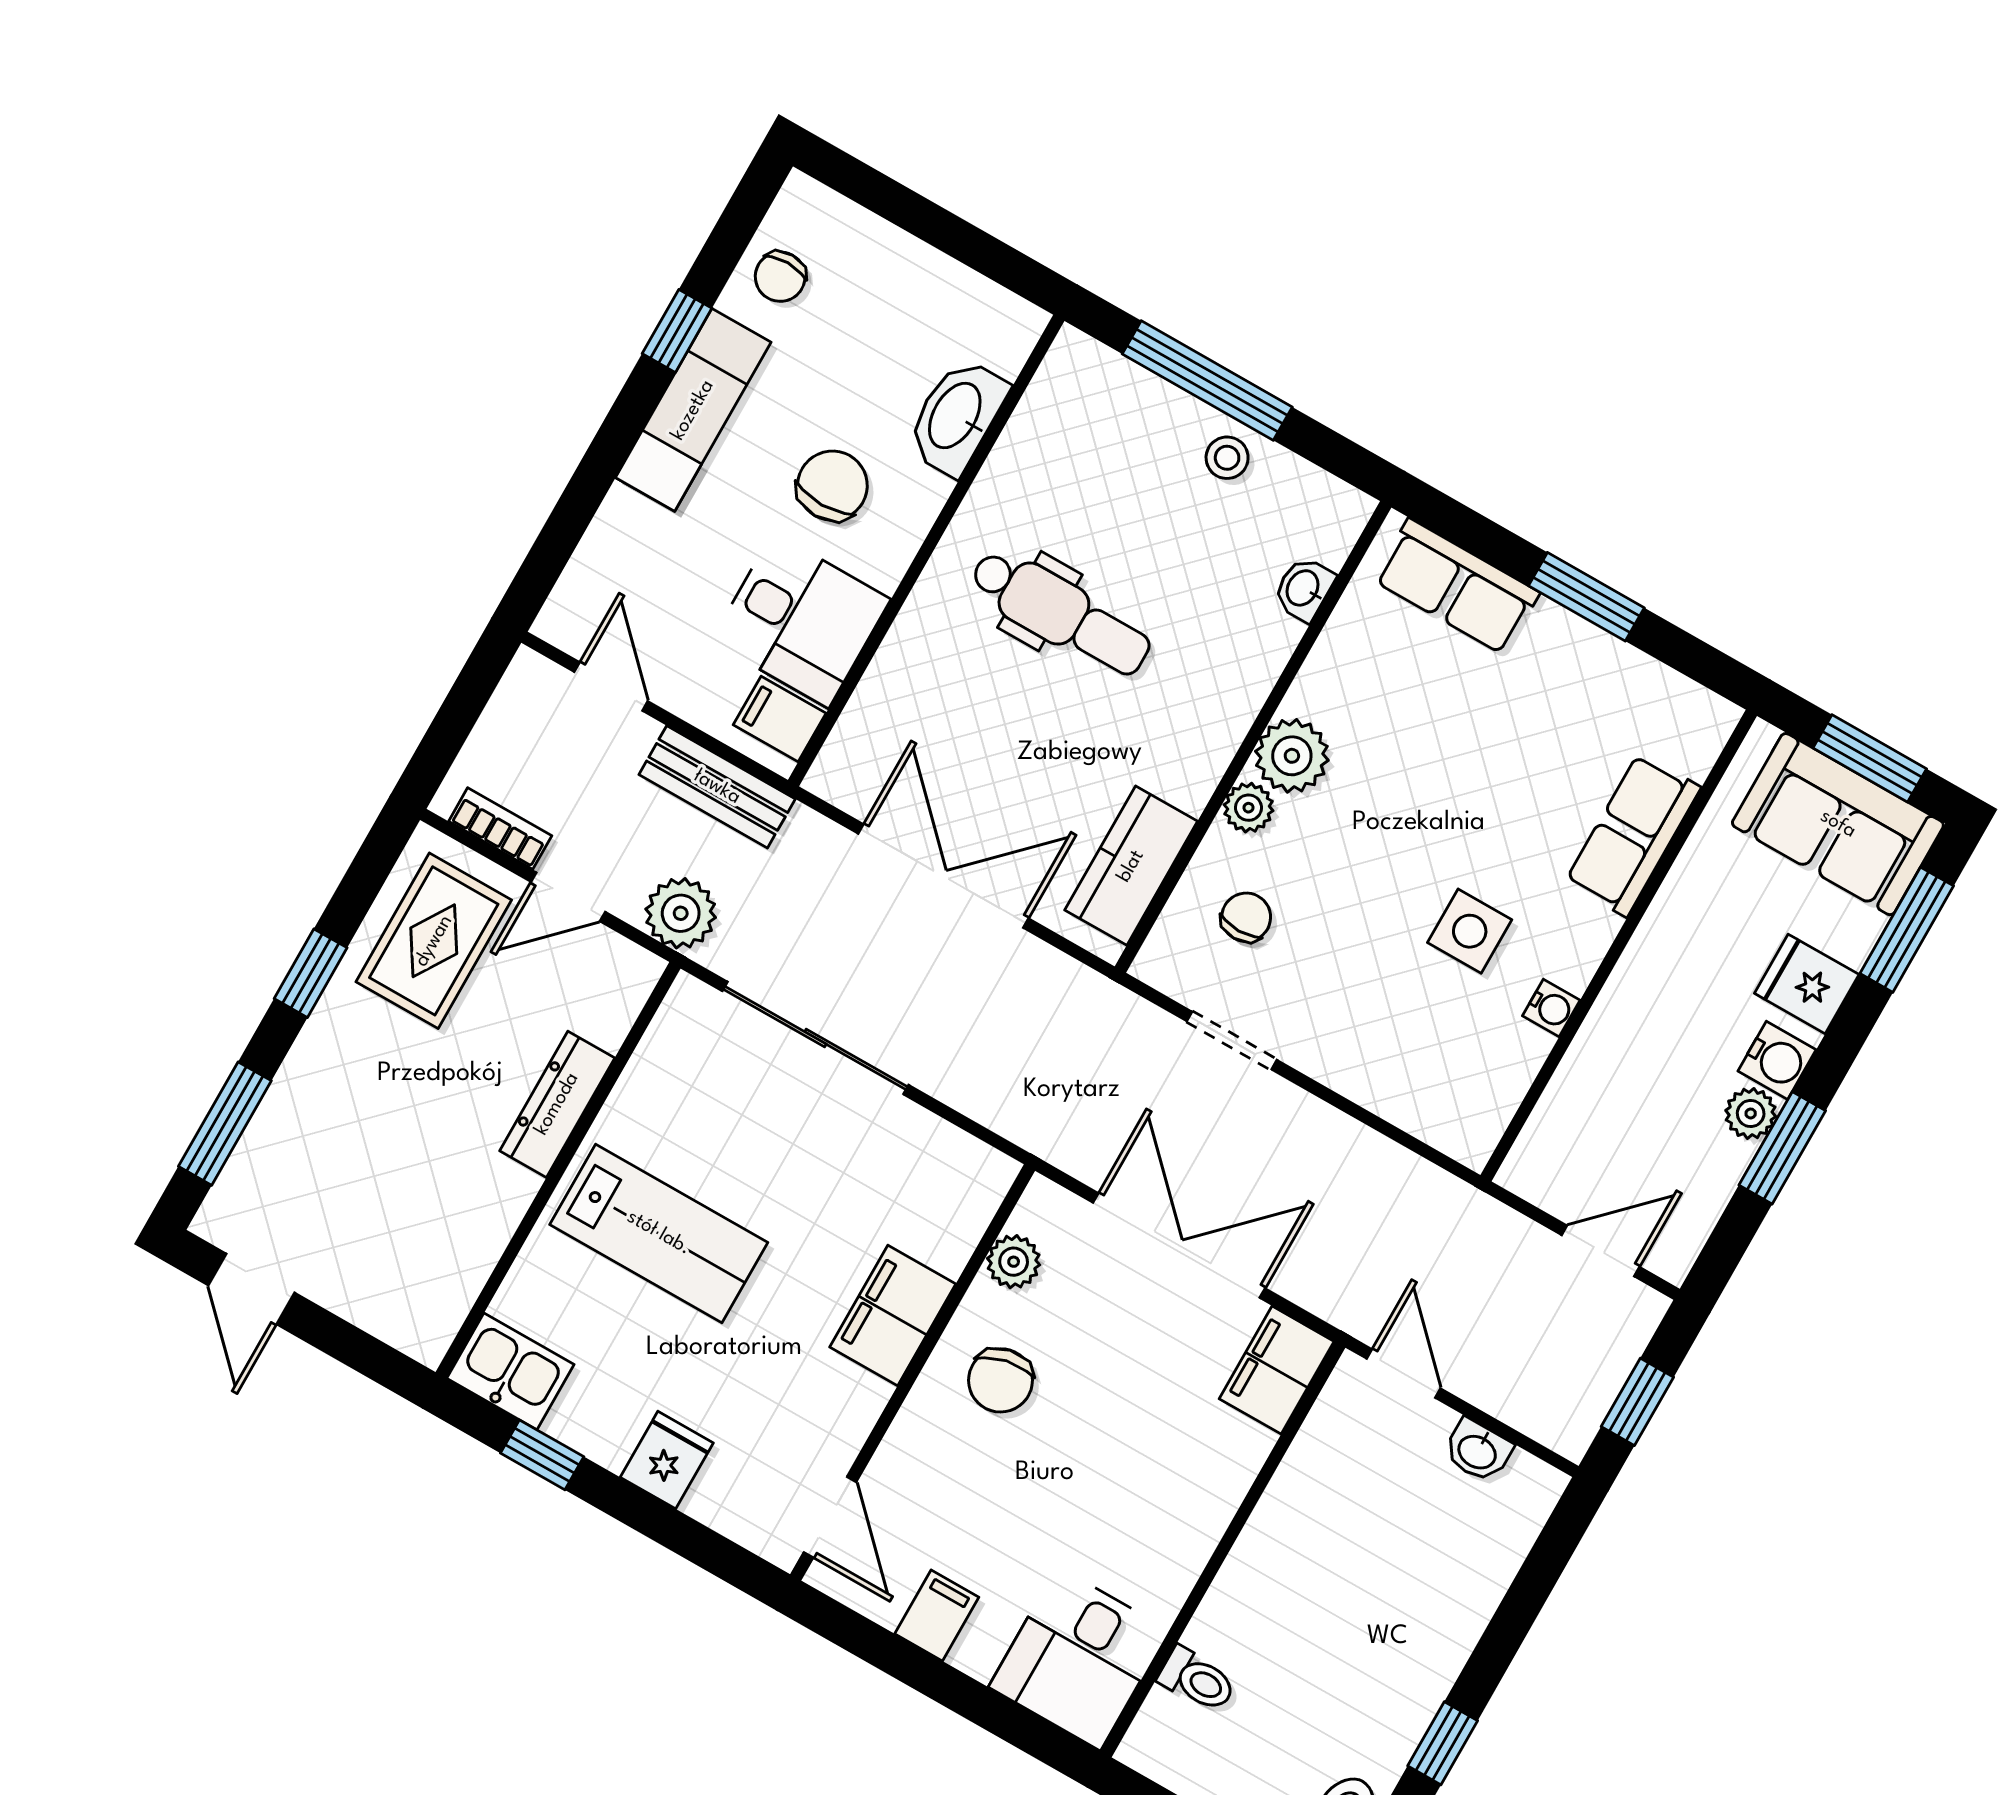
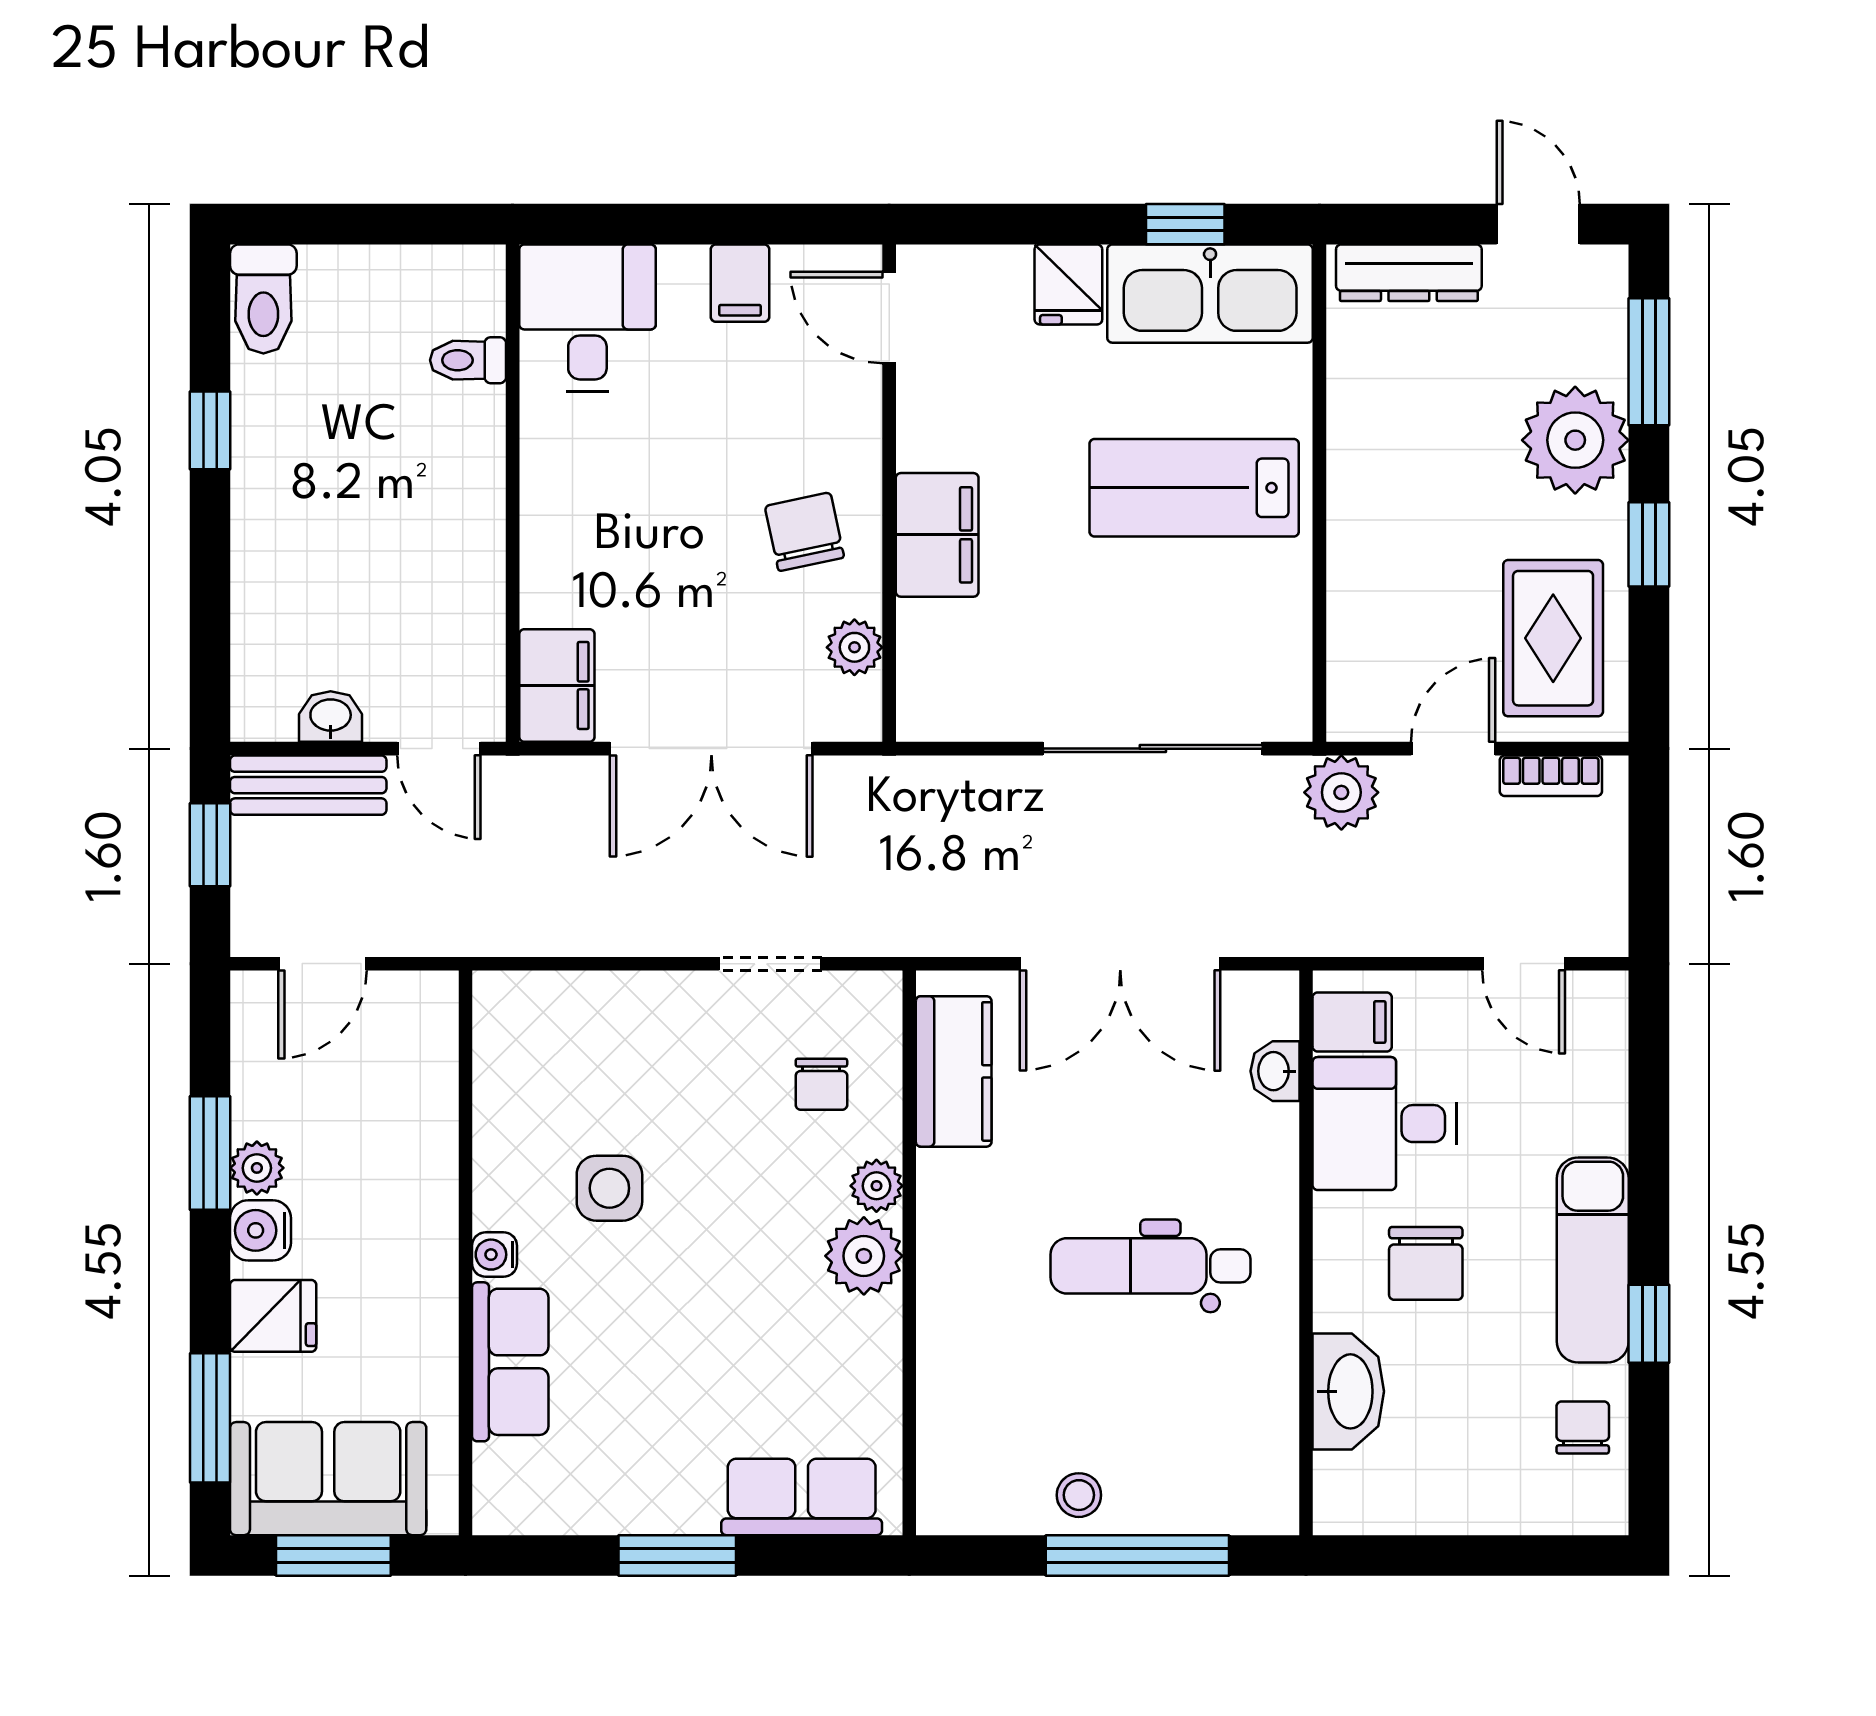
washbasin: (1304, 589) -> (1275, 1071), moved, turned 180
bench: (717, 787) -> (308, 785), moved
water cooler: (1551, 1008) -> (495, 1255), moved
plant: (322, 1094) -> (1575, 440), added
dresser: (557, 1104) -> (1409, 273), moved, turned 90
kitchen sink: (510, 1371) -> (1210, 294), width x1.87, depth x1.24

